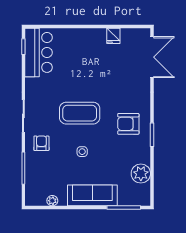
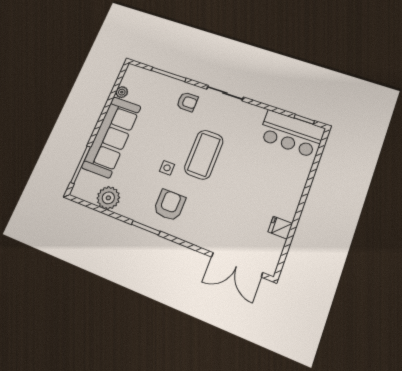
side table: (82, 152) -> (167, 168), moved
sofa: (92, 195) -> (111, 137), width x1.36, depth x1.27

